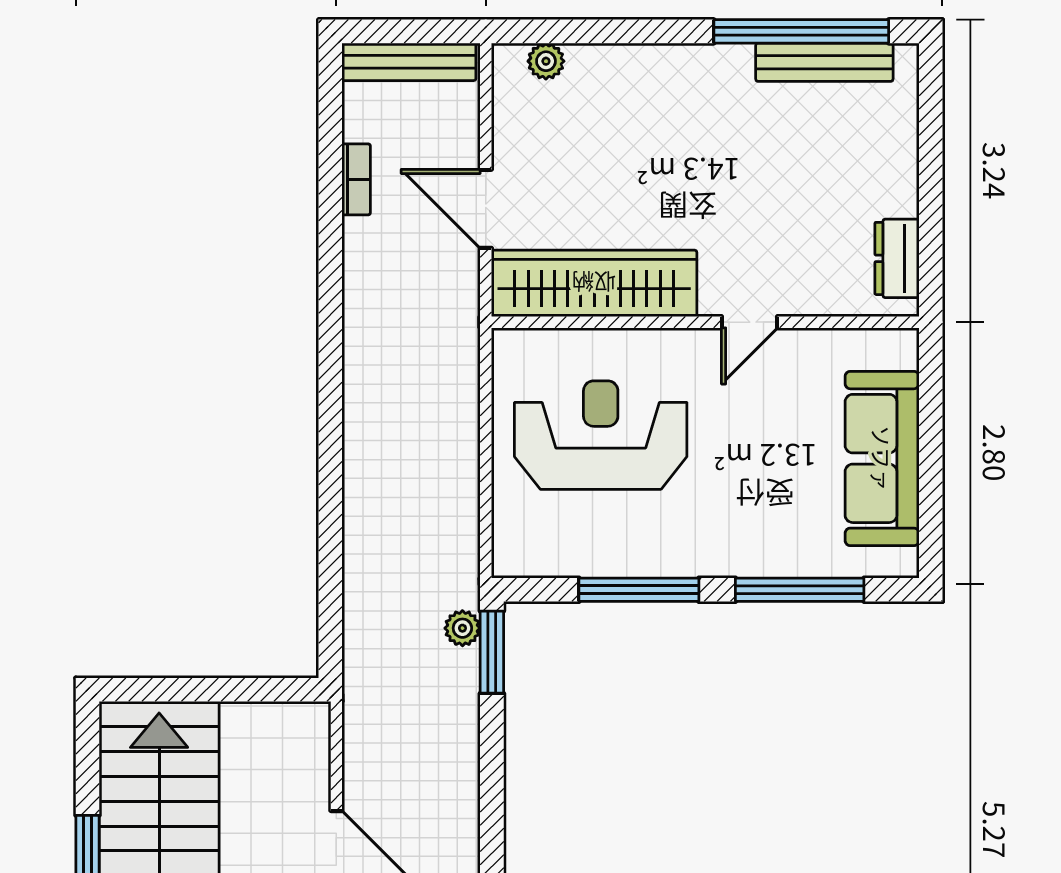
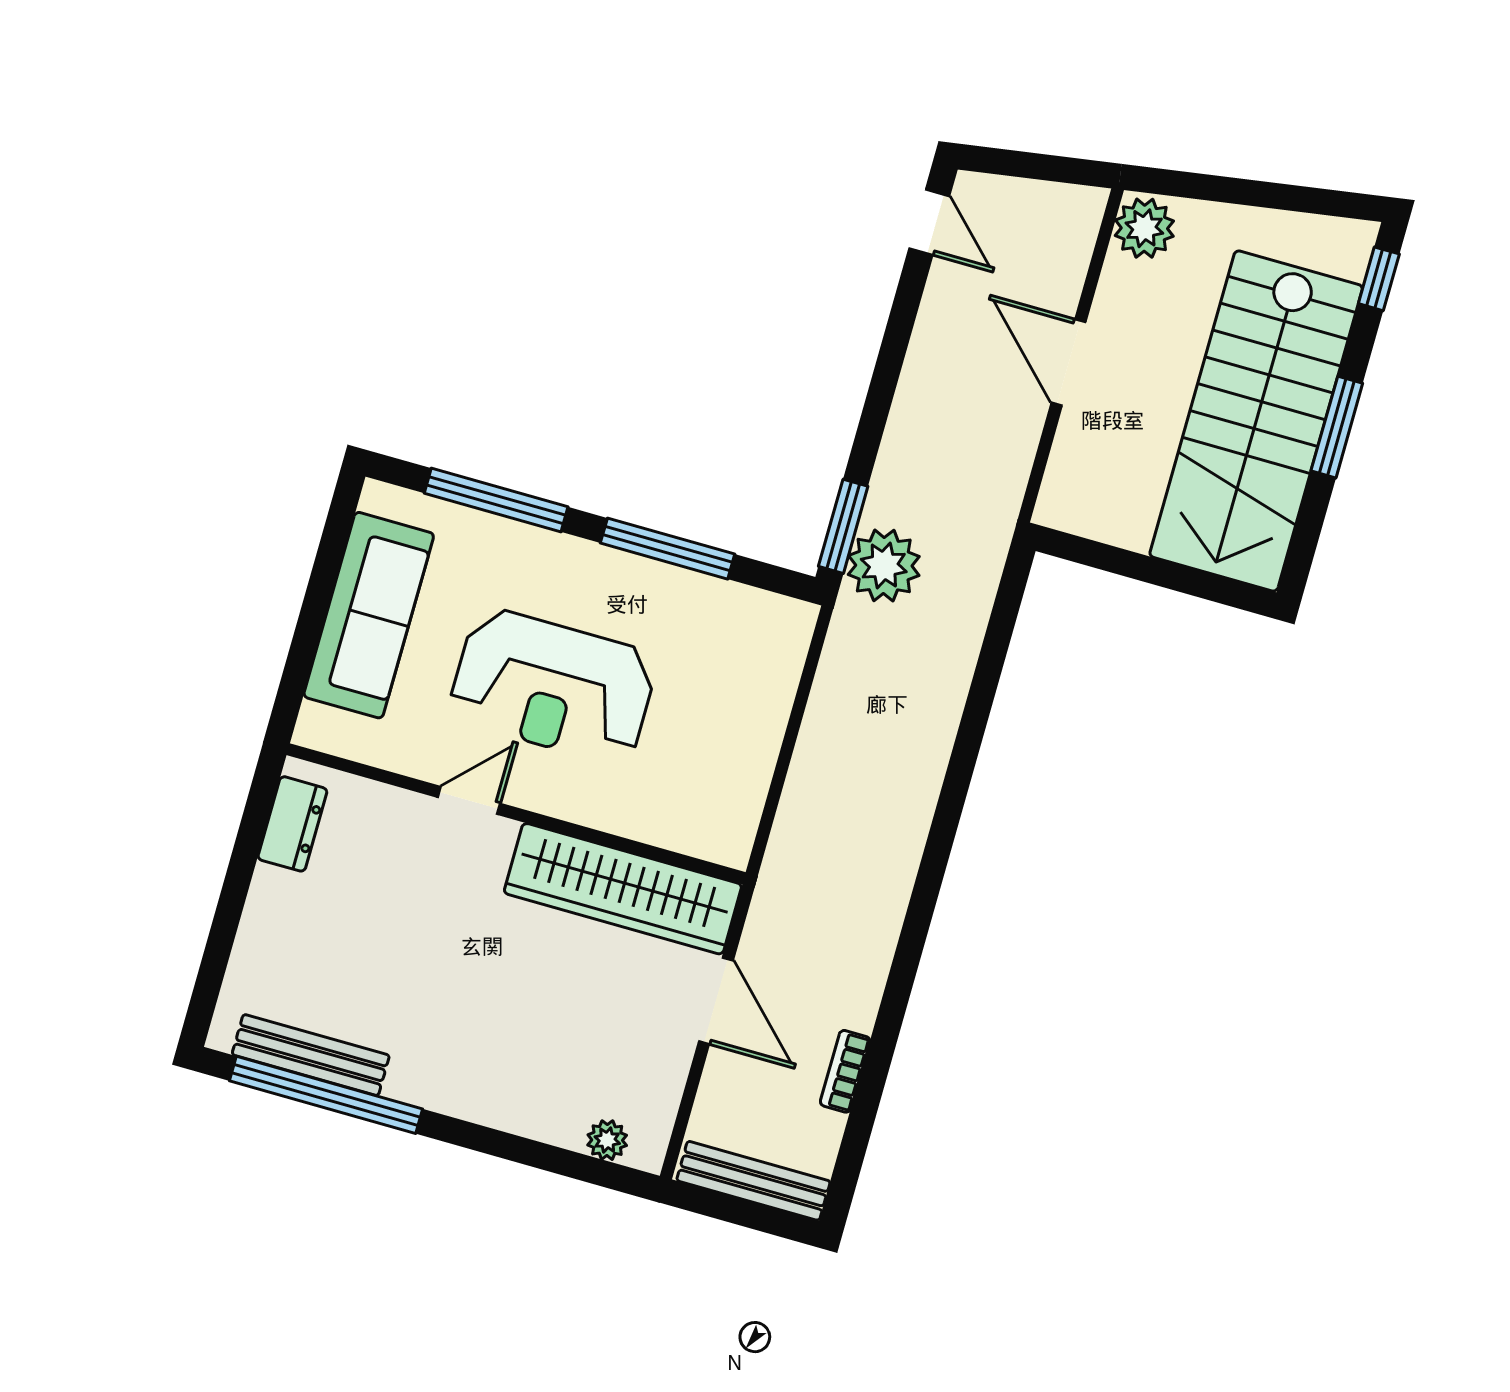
reception desk: (601, 435) -> (553, 686), moved
plant: (462, 628) -> (884, 566), width x1.88, depth x1.88

